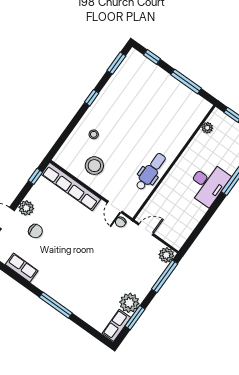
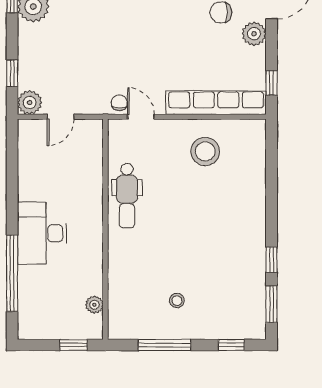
window: (92, 98) -> (271, 260), moved
stool: (94, 134) -> (177, 300), moved
door: (146, 229) -> (61, 117), moved
window: (165, 276) -> (12, 73), width x0.46

